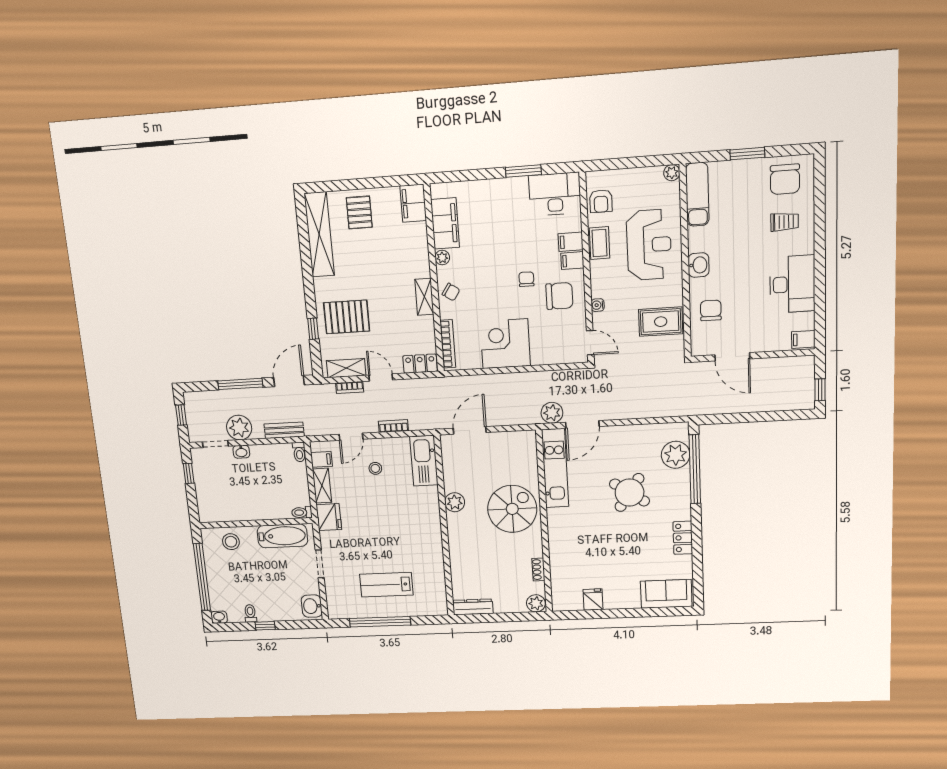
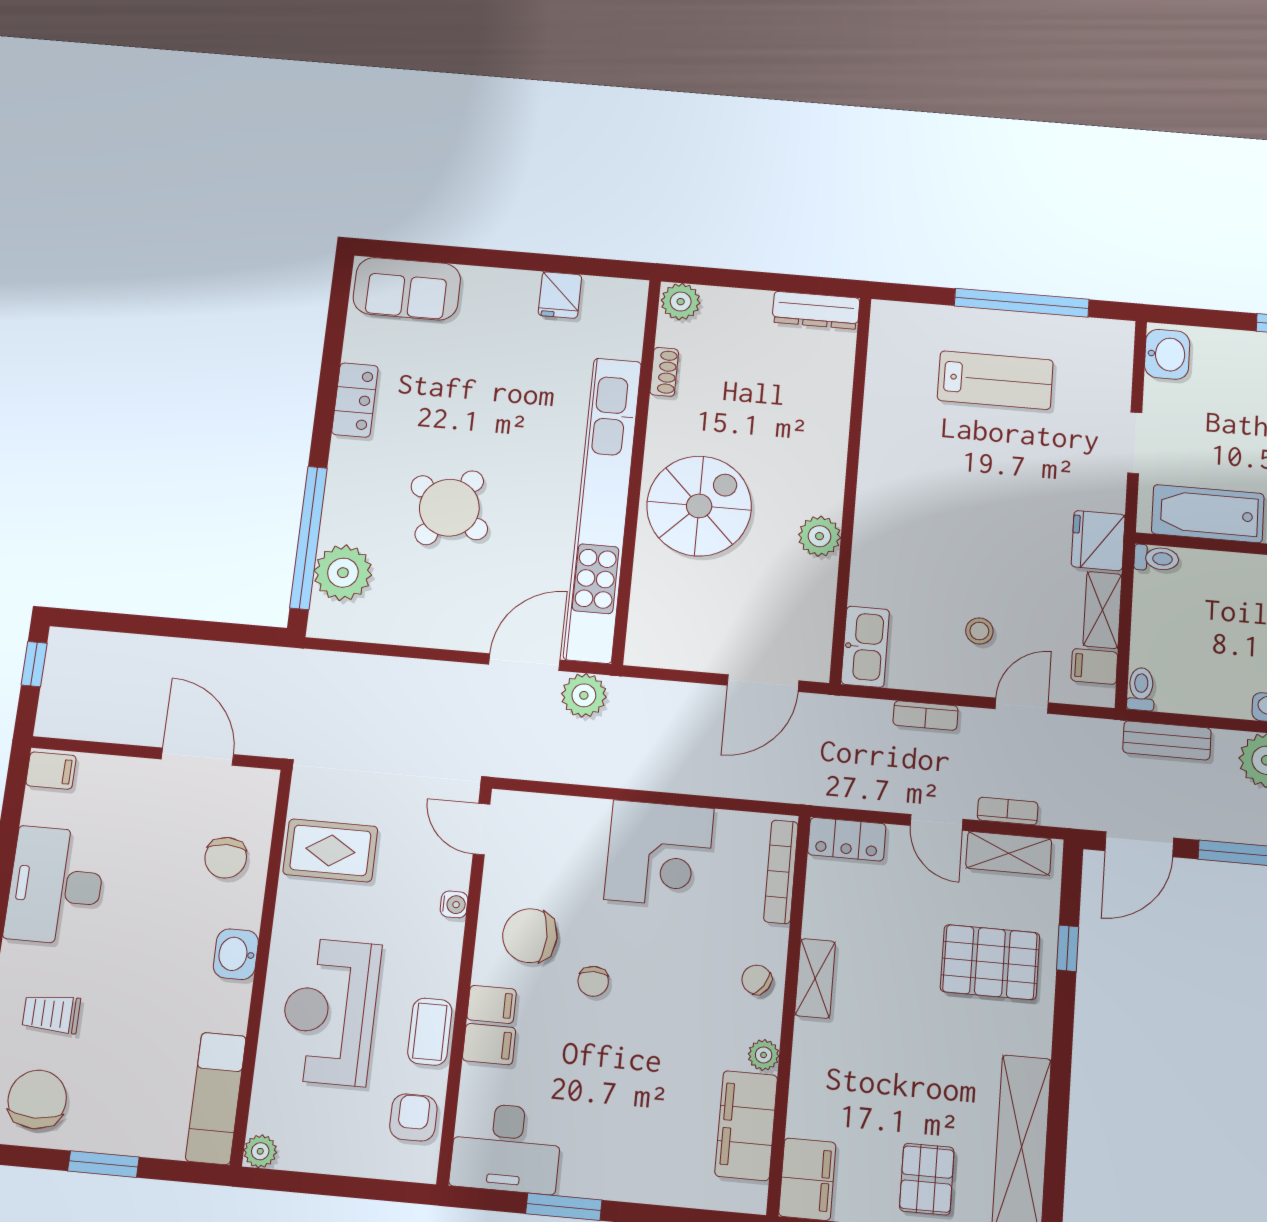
kitchen sink: (424, 461) -> (865, 647), width x0.73, depth x0.81
kitchen unit: (555, 468) -> (603, 509), width x1.86
spiral stairs: (512, 509) -> (699, 506), turned 180

